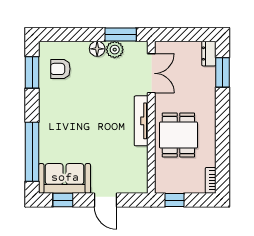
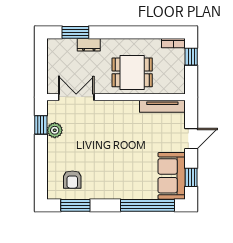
window: (121, 34) -> (41, 125), width x0.67
floor lamp: (97, 49) -> (54, 146), removed
dresser: (209, 54) -> (89, 45), moved
tv unit: (141, 121) -> (162, 106), moved
window: (174, 200) -> (191, 57), moved

